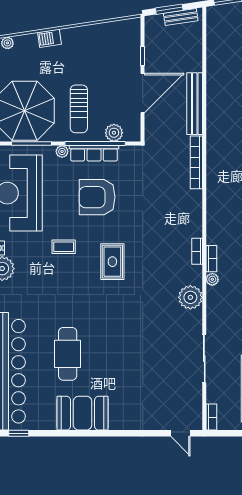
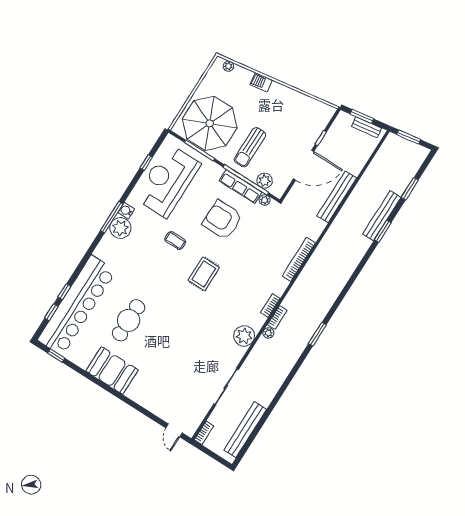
plant: (62, 151) -> (265, 200), moved
bookcase: (196, 162) -> (299, 259), moved

